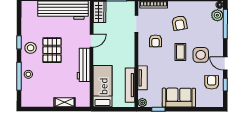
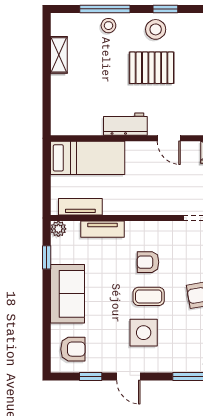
armchair: (155, 41) -> (148, 262), moved
door: (225, 63) -> (128, 376), swing flipped
workbench: (84, 65) -> (125, 124), width x0.73
armchair: (212, 82) -> (73, 349), moved
tv unit: (130, 85) -> (80, 207), width x0.71
shelving: (65, 102) -> (59, 55), moved

